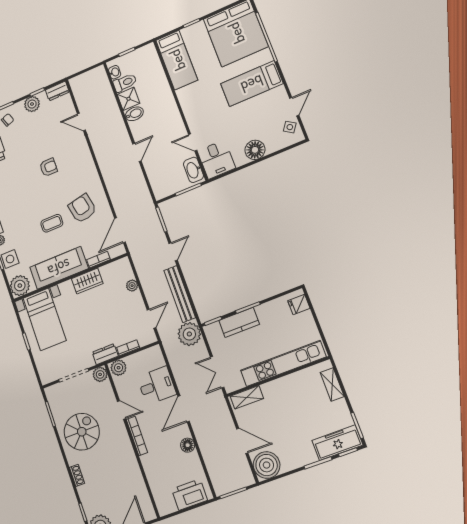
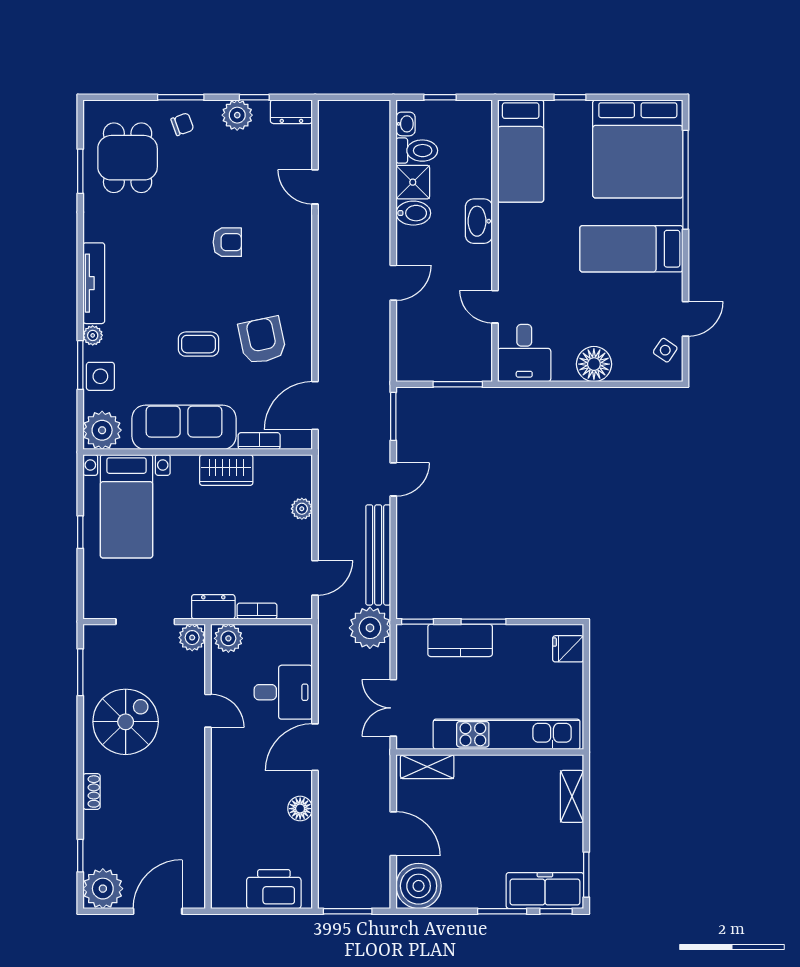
washbasin: (193, 170) -> (479, 221), moved
bookcase: (137, 436) -> (219, 763), removed

